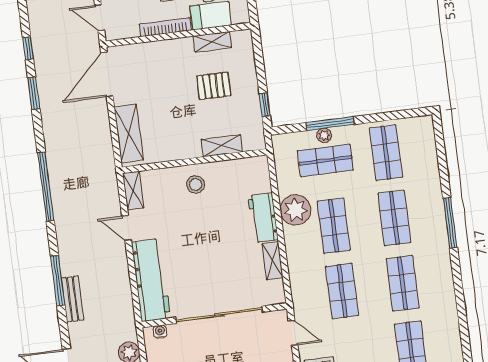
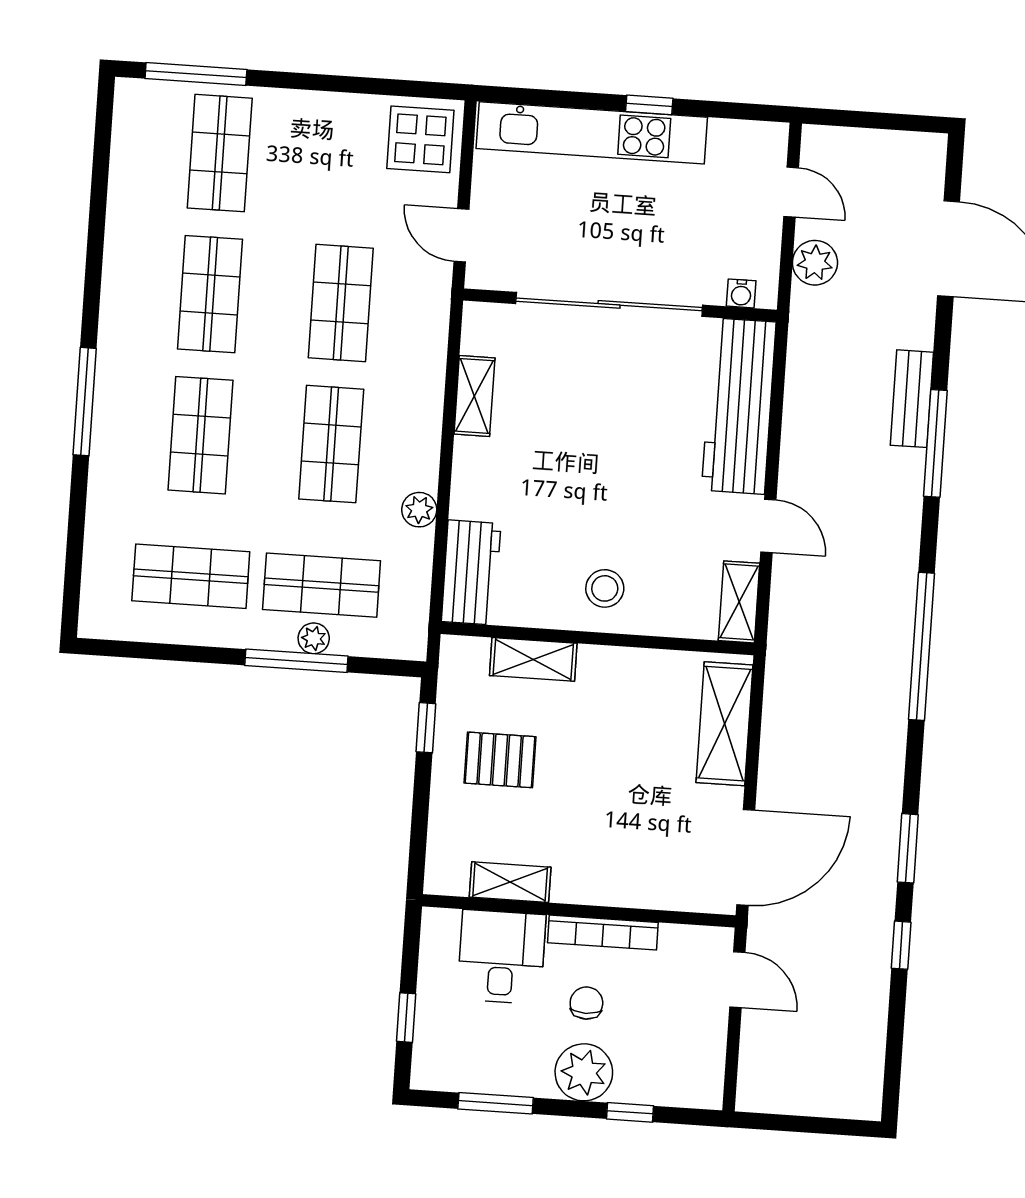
pallet: (214, 86) -> (500, 760), moved
shop shelf: (386, 153) -> (191, 576), turned 90
plant: (295, 210) -> (419, 510), width x0.53, depth x0.53
workbench: (263, 218) -> (471, 573), moved

